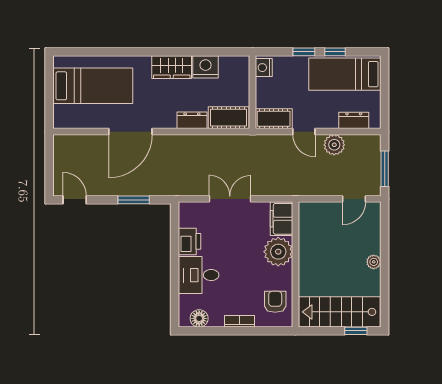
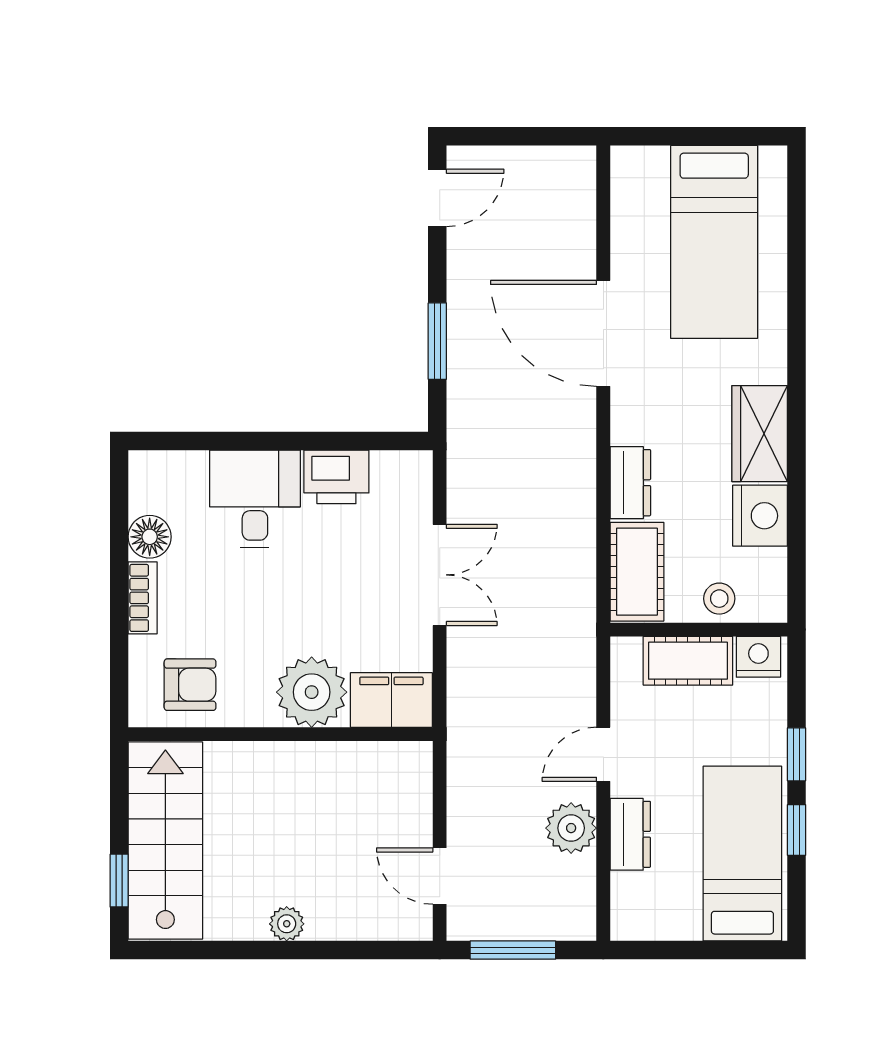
stool: (240, 84) -> (719, 599), added
cot: (274, 119) -> (688, 661), moved, turned 90
dresser: (354, 120) -> (630, 834), moved
floor lamp: (199, 318) -> (150, 537), moved

